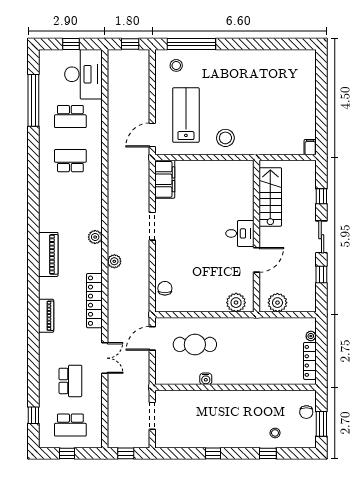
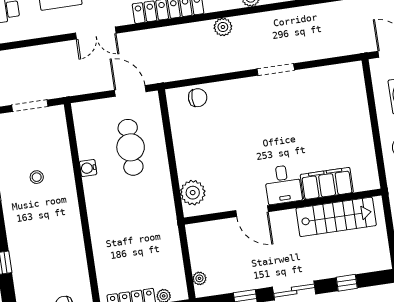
filing cabinet: (165, 179) -> (327, 183), moved, turned 180
plant: (277, 303) -> (199, 278), moved, width x0.53, depth x0.53
stool: (275, 433) -> (37, 177), moved

